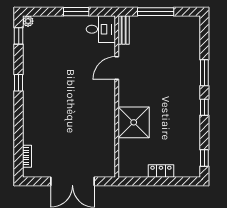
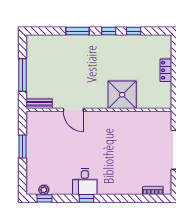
plant: (28, 21) -> (44, 190), moved
desk: (101, 29) -> (85, 182), moved, turned 180
window: (204, 158) -> (134, 31), moved

